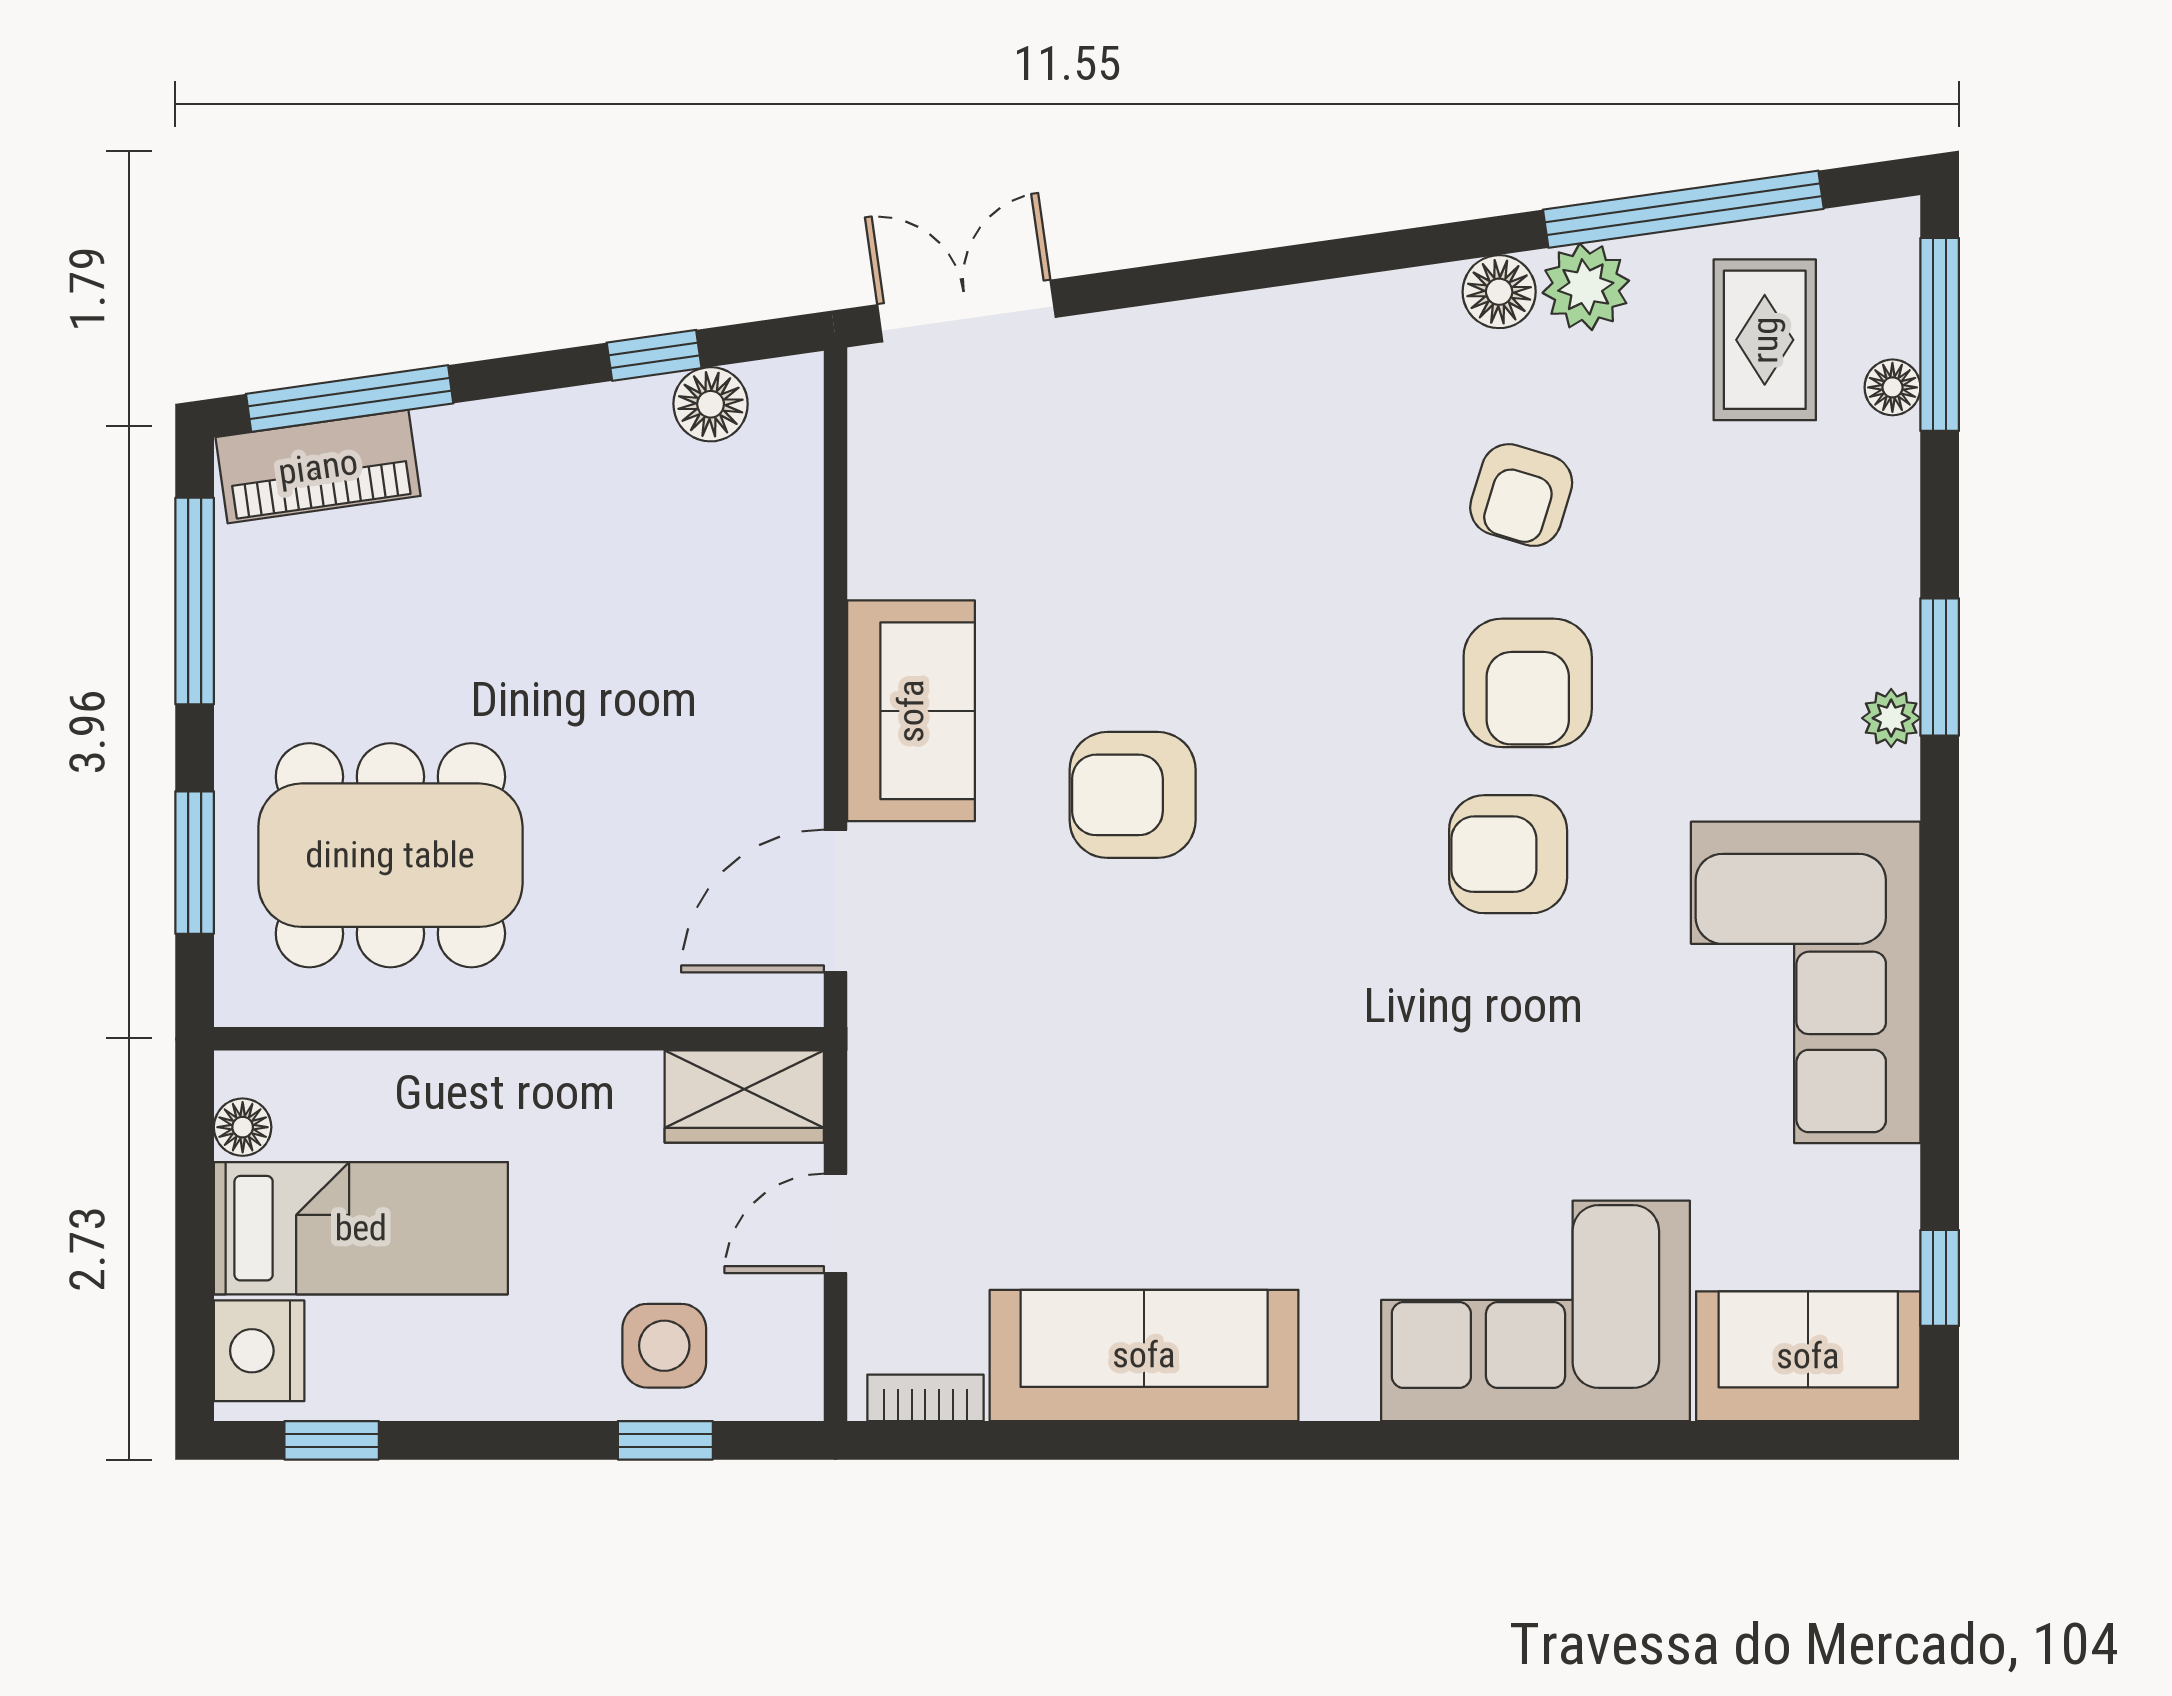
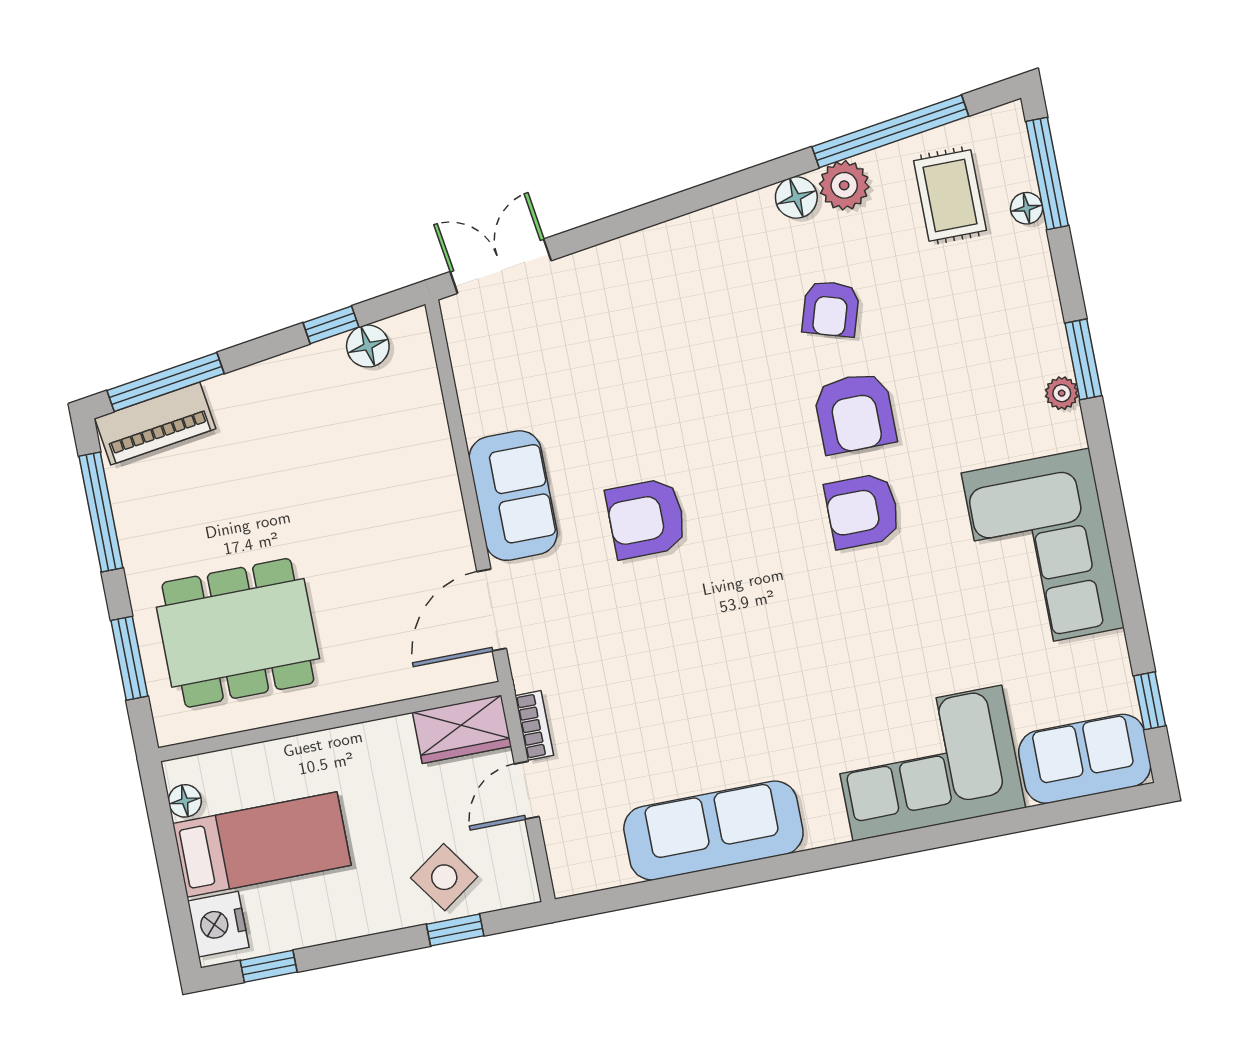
side table: (664, 1346) -> (444, 877), turned -35
bookcase: (925, 1398) -> (534, 725), moved, turned 90

